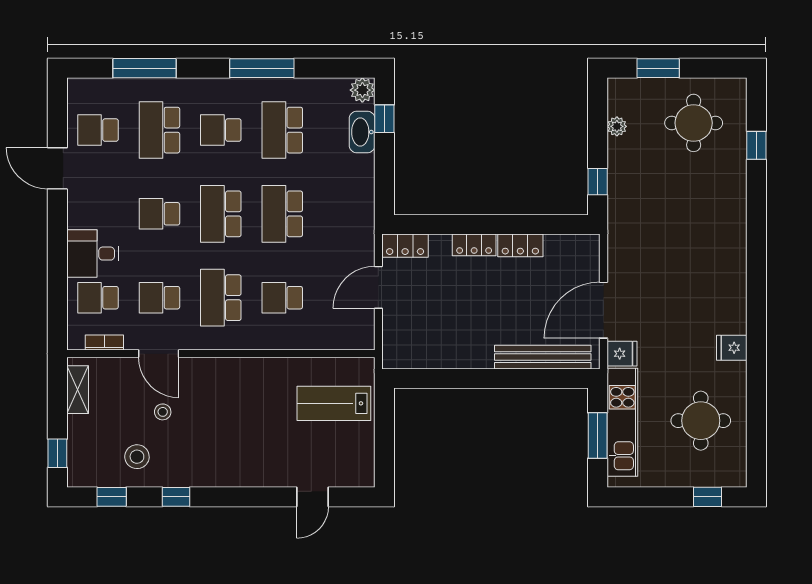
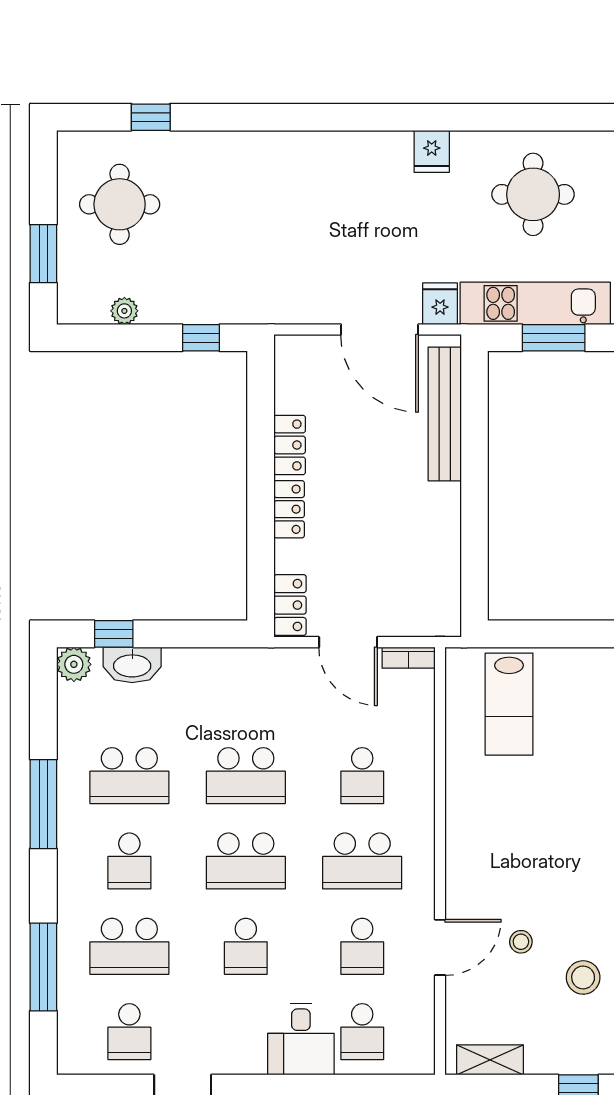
bookcase: (104, 342) -> (408, 658), moved, turned -90

